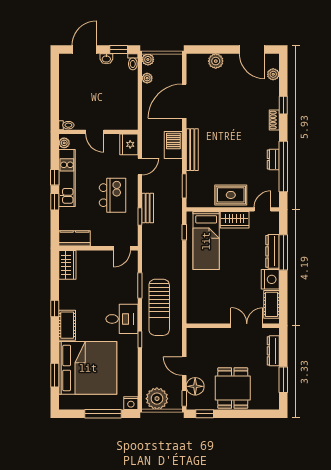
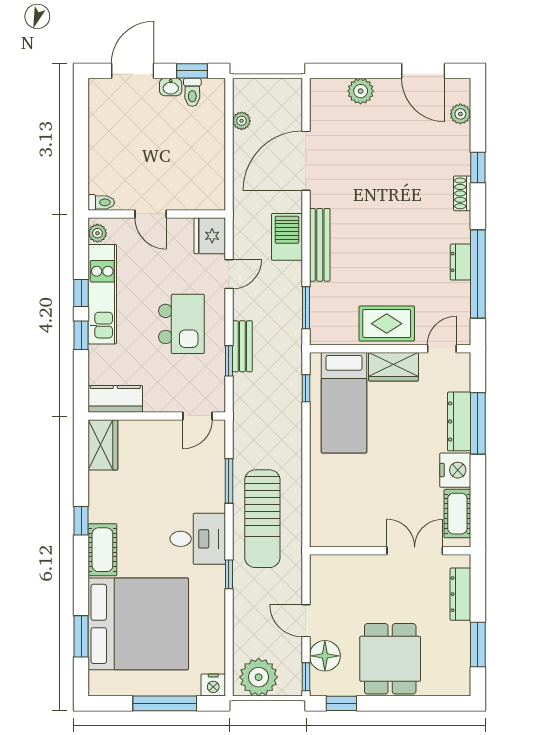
plant: (148, 59) -> (243, 88), removed
toilet: (133, 62) -> (192, 92), moved

